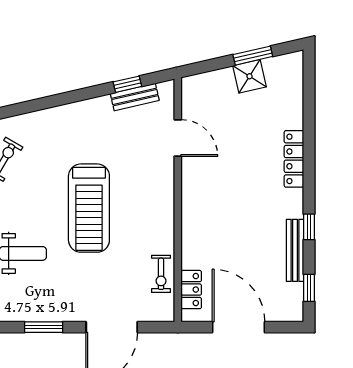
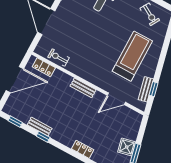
locker: (294, 159) -> (83, 149), width x0.66
bench: (190, 204) -> (83, 88), added
treadmill: (89, 208) -> (132, 56), moved, turned 90
bench: (295, 250) -> (40, 127), width x0.73

